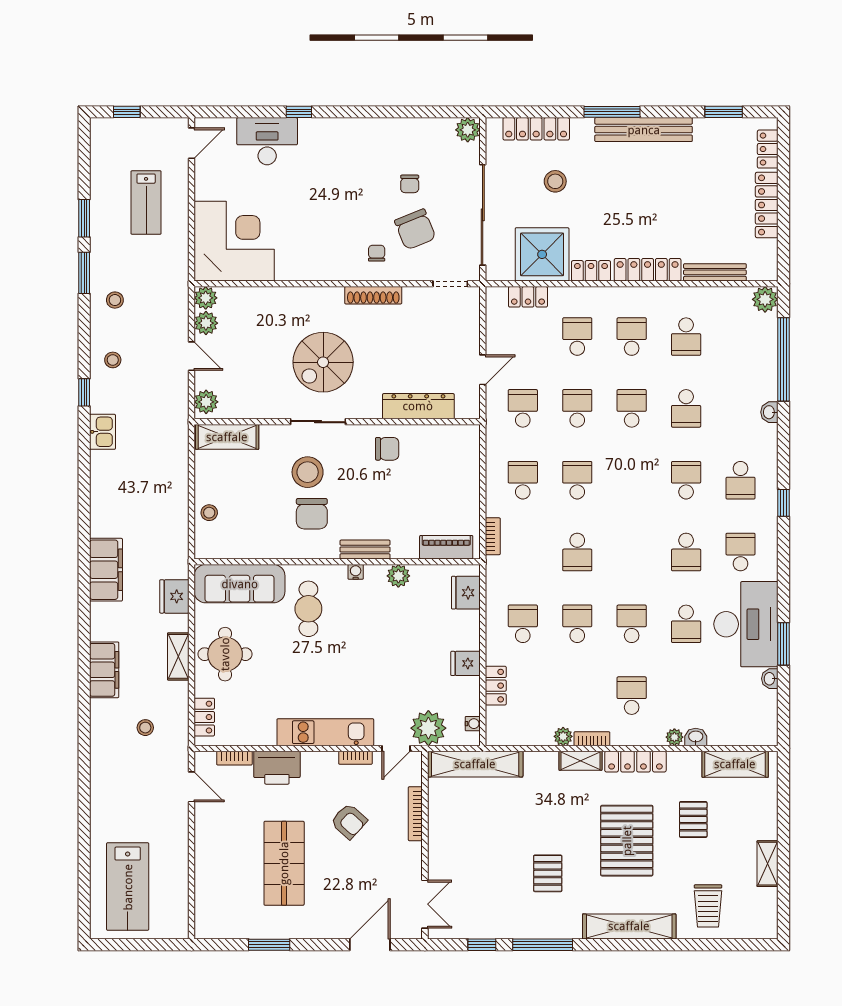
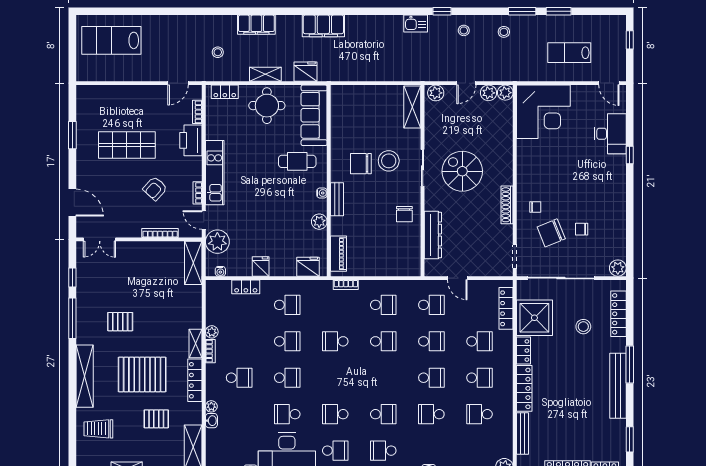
locker: (528, 297) -> (506, 308), width x1.53
stool: (209, 513) -> (362, 95), removed
shelving: (475, 764) -> (193, 263), width x0.68

